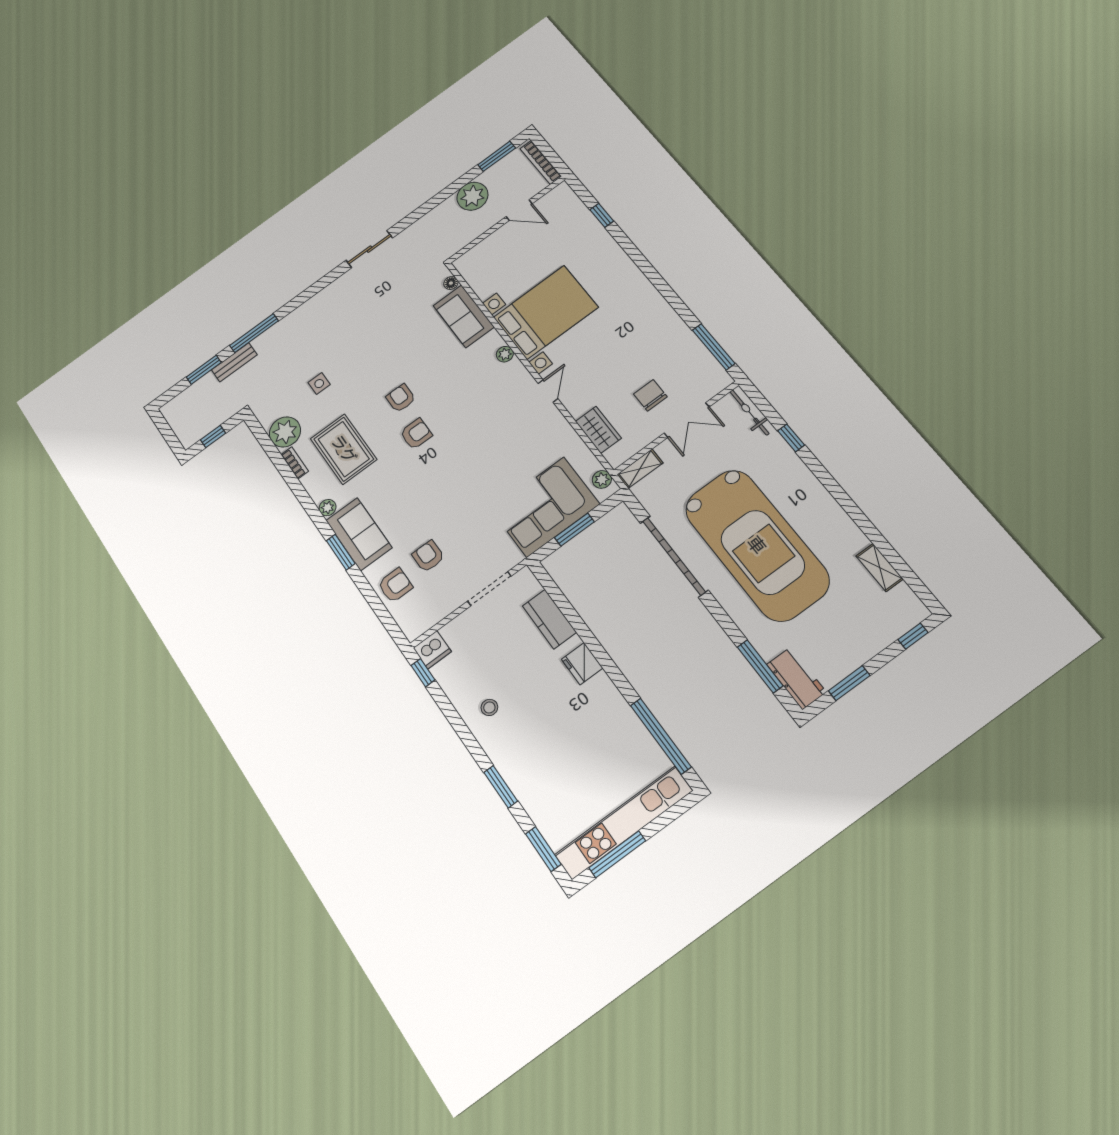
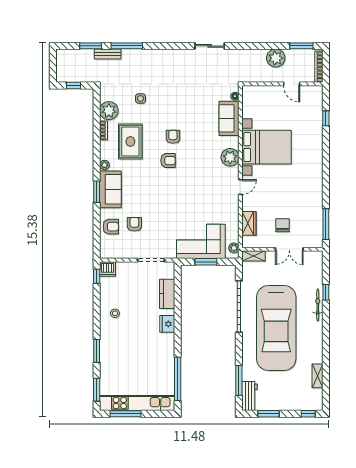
plant: (505, 354) -> (230, 157), width x1.88, depth x1.88
bicycle: (749, 412) -> (318, 305), moved

